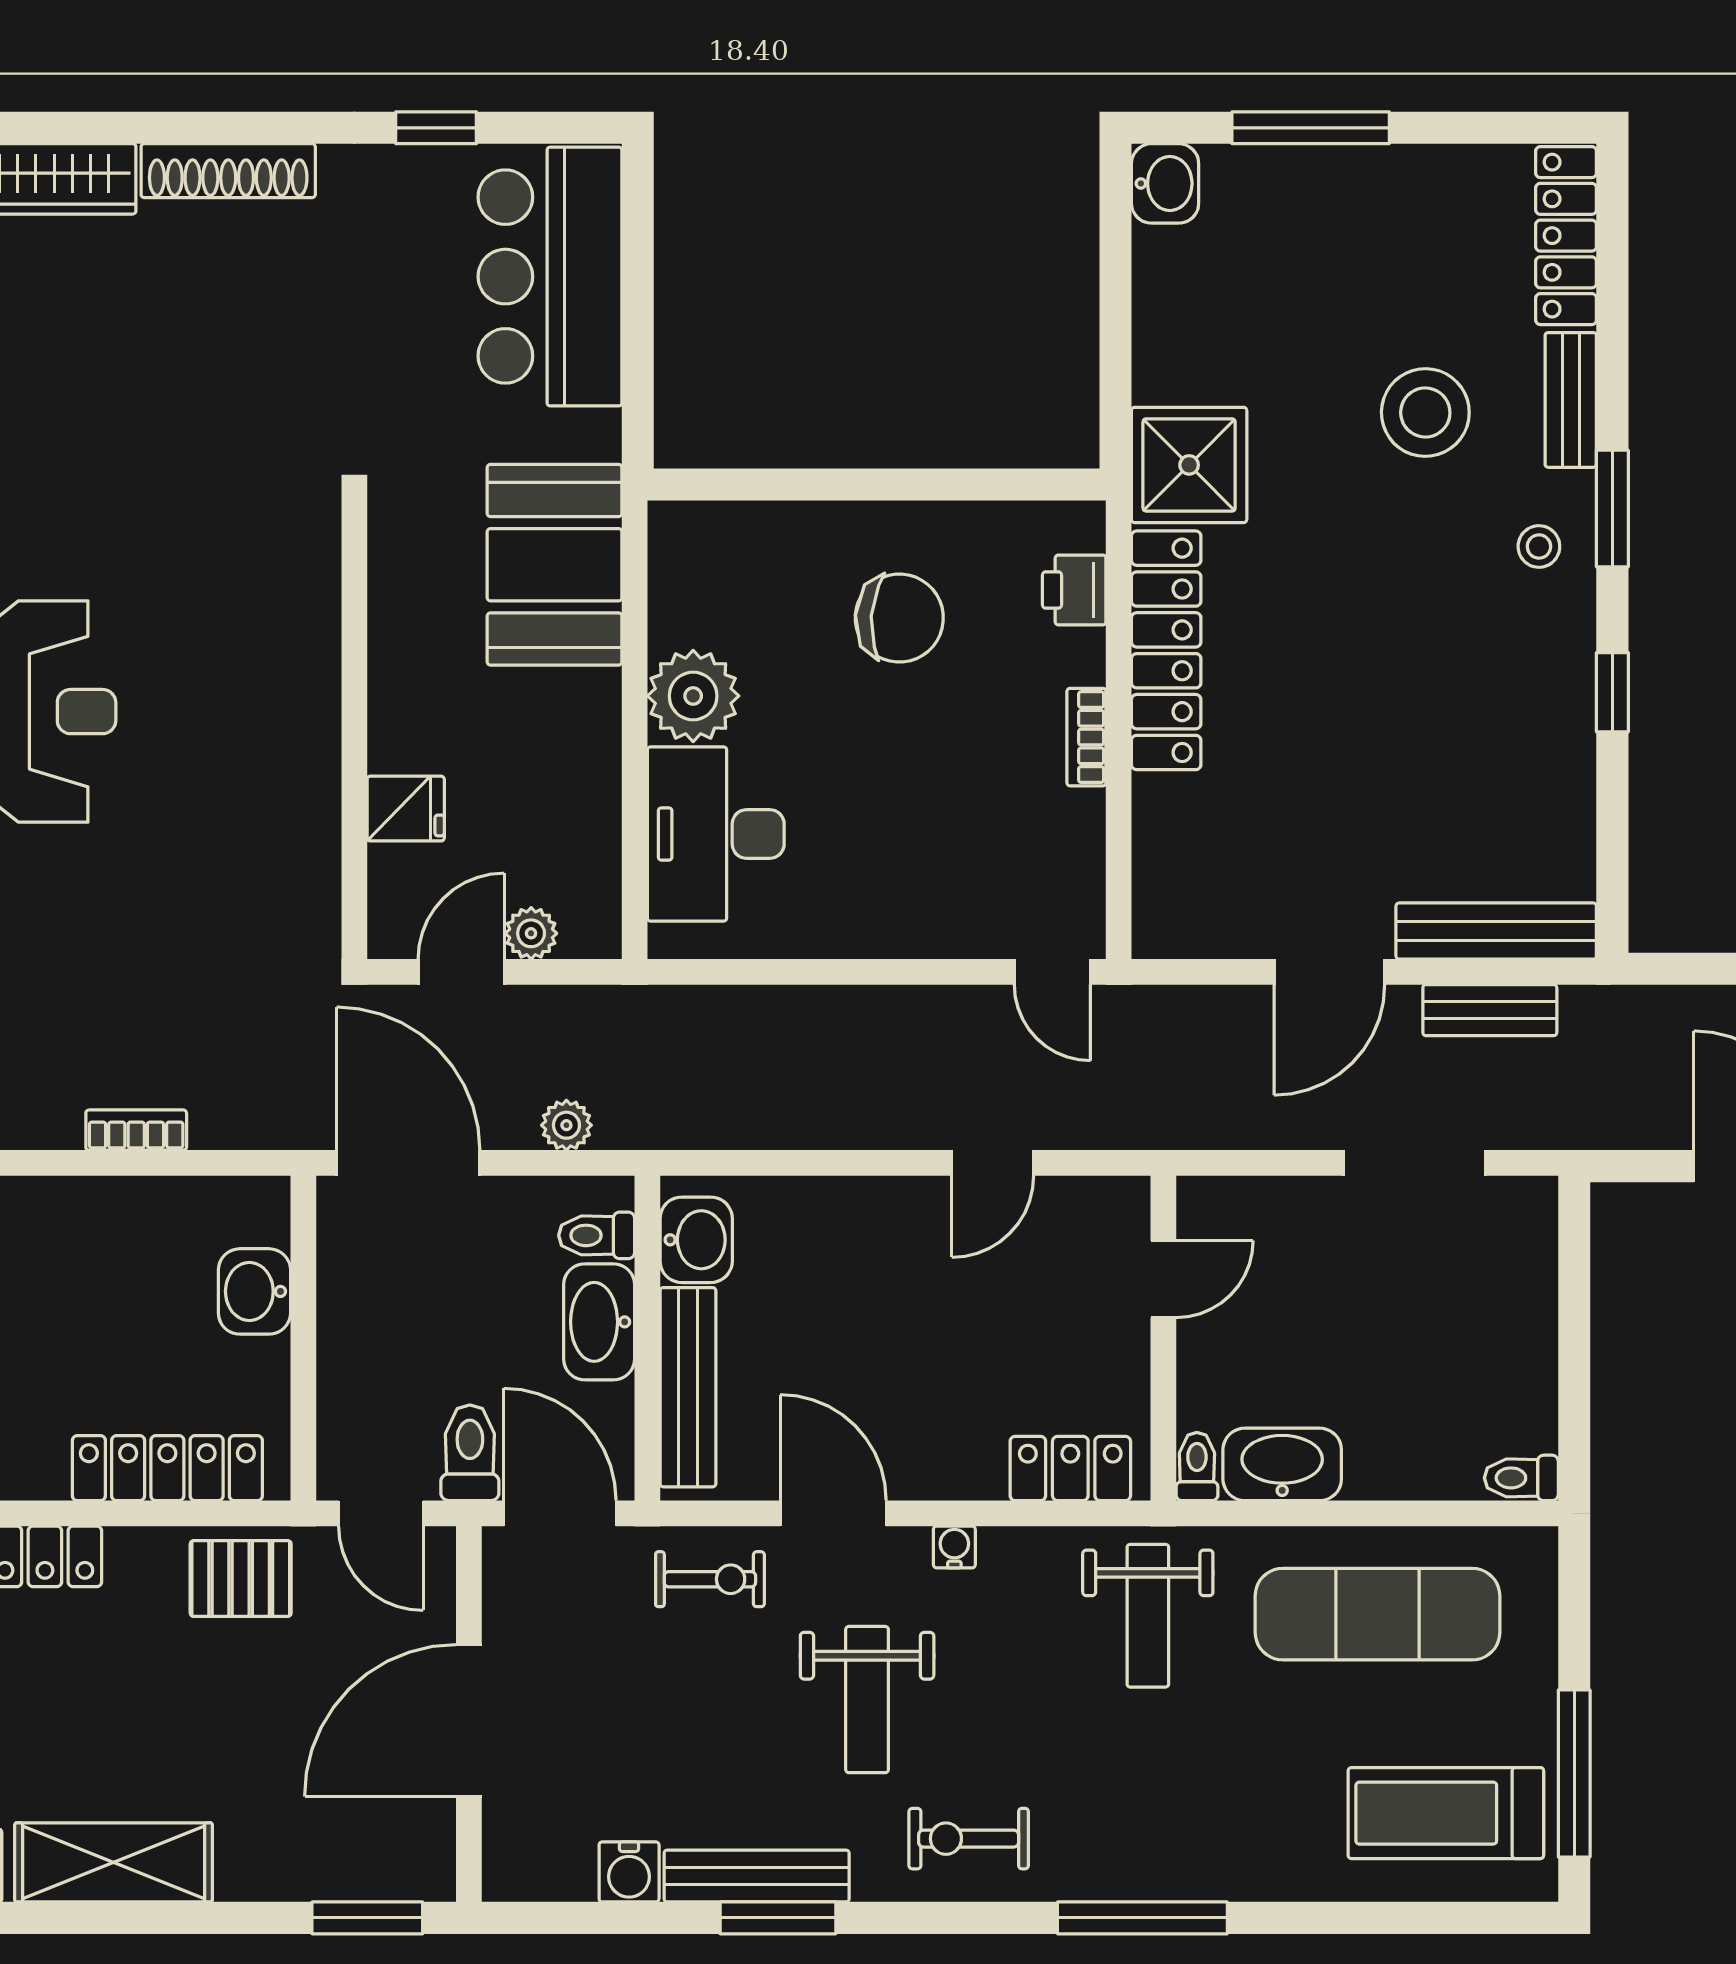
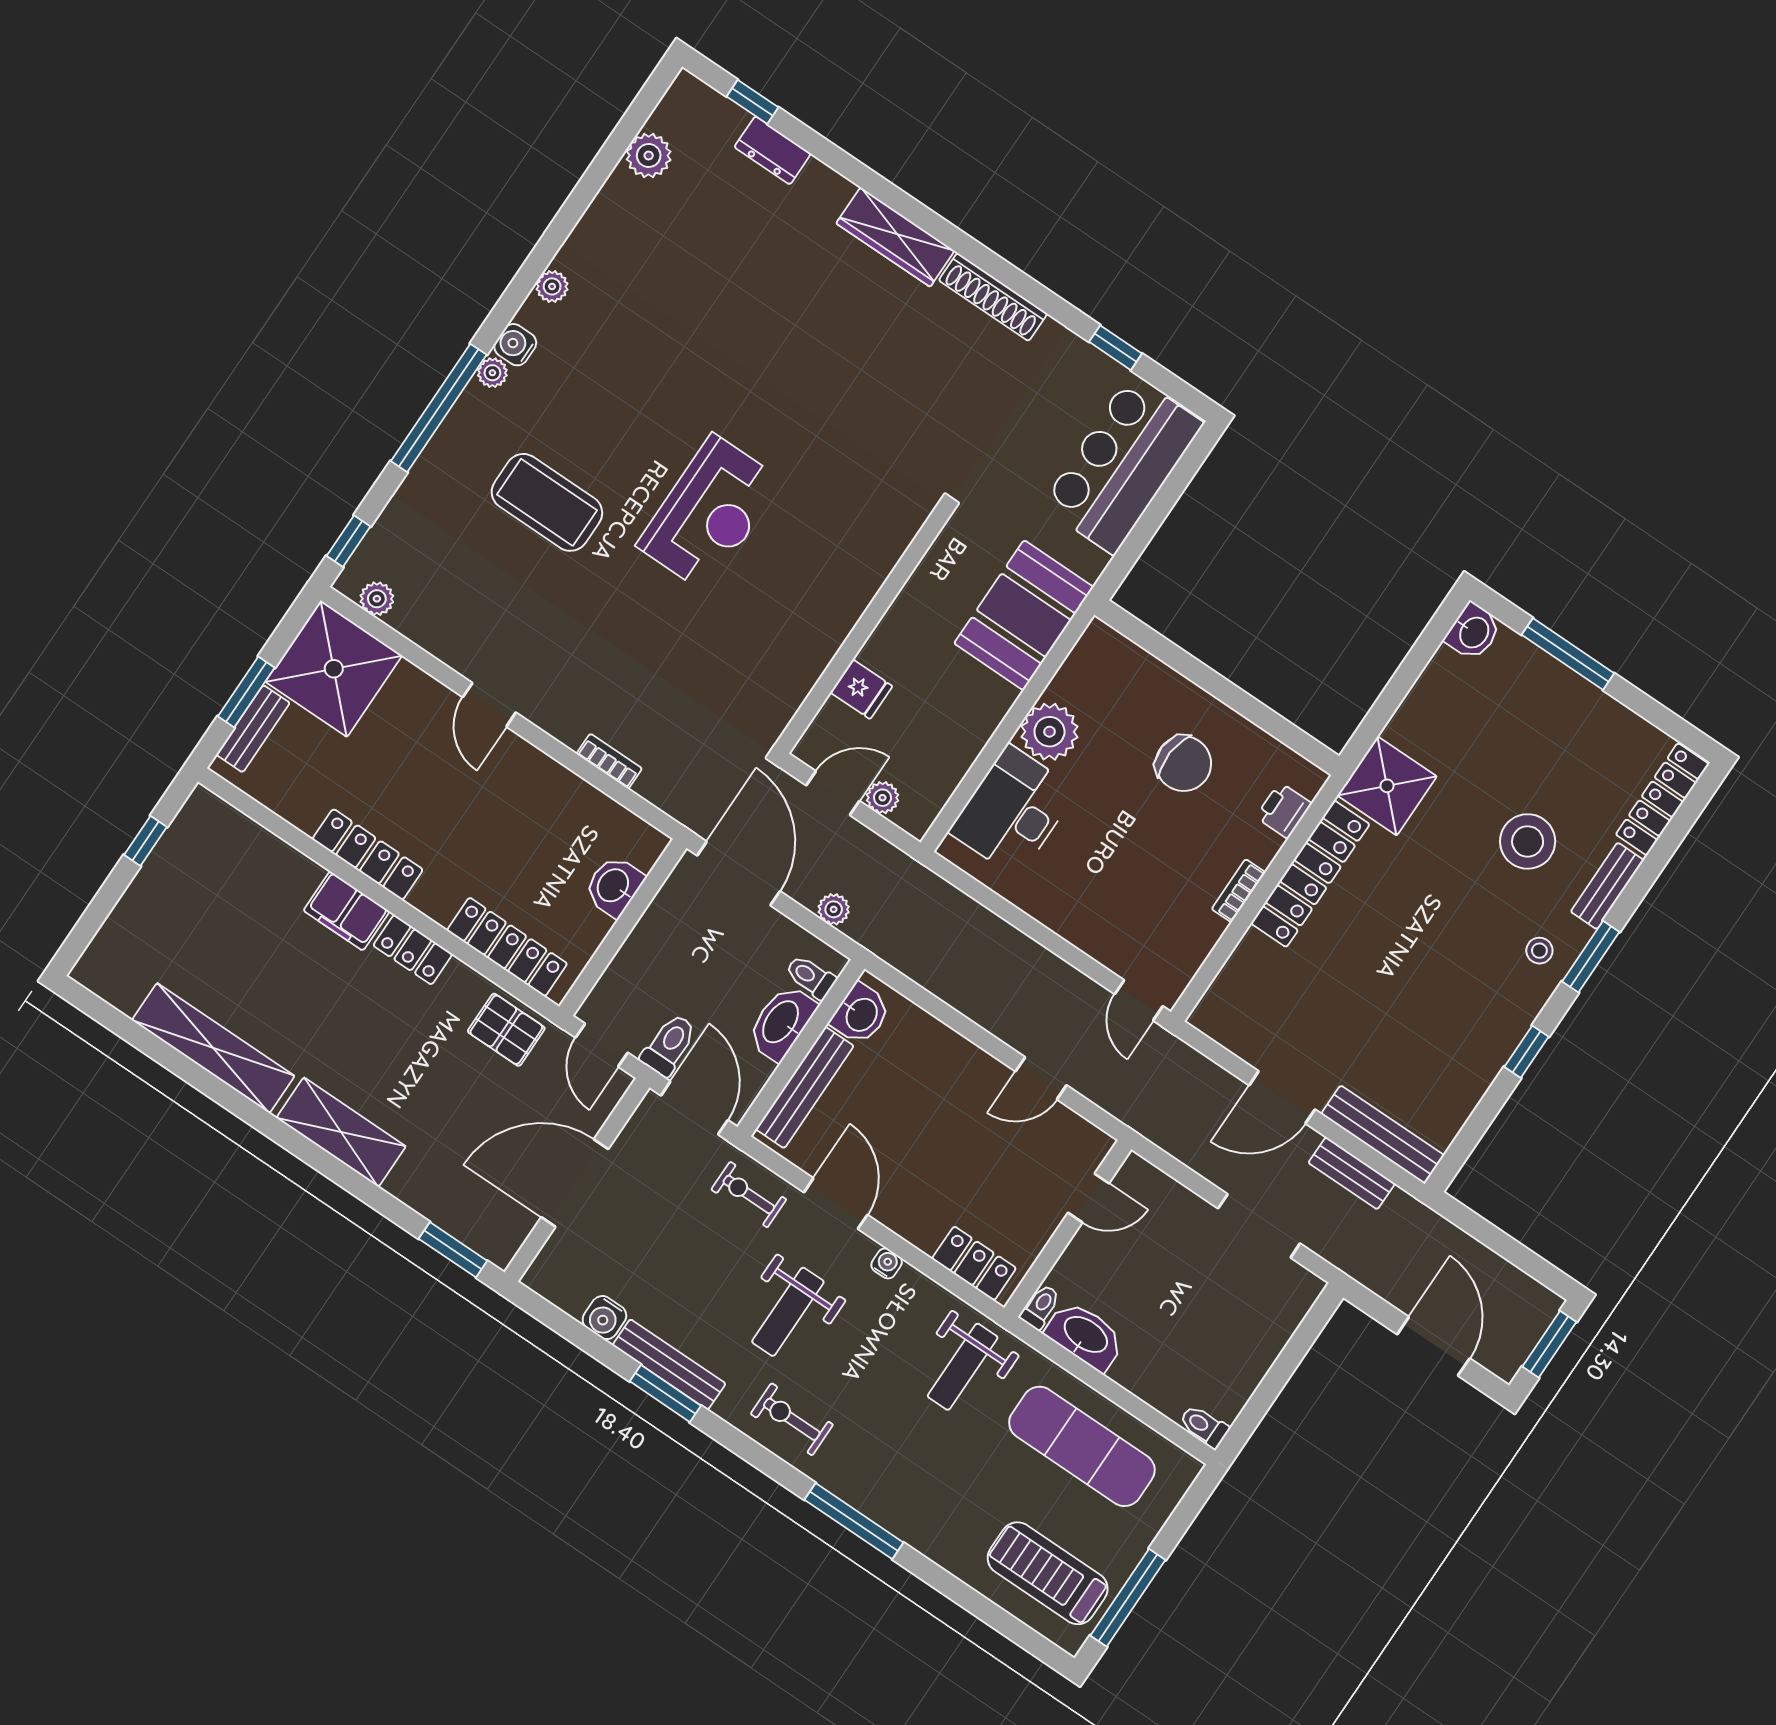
exercise bike: (710, 1579) -> (749, 1194), turned 180

